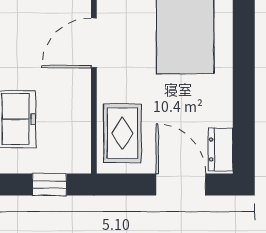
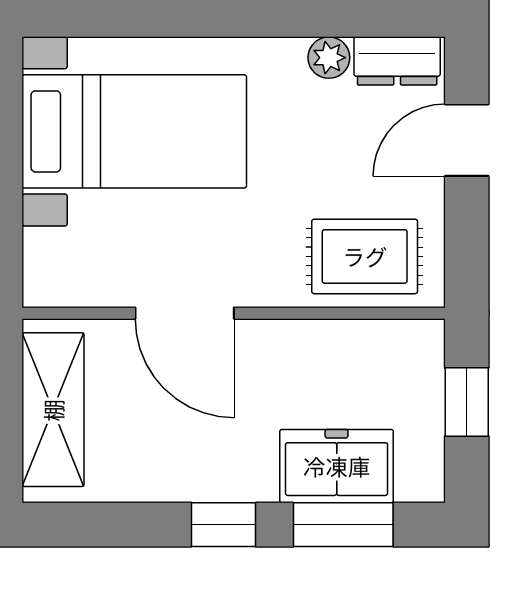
plant: (222, 115) -> (329, 58), added
door: (181, 184) -> (467, 140), width x0.73

